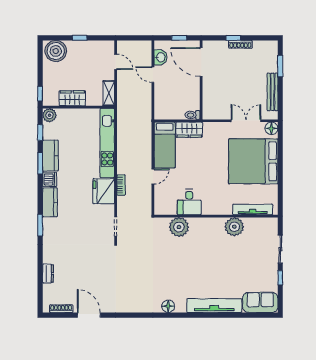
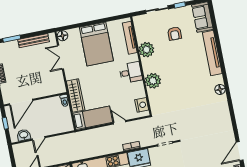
wardrobe: (189, 130) -> (76, 95), width x1.50
bed: (253, 161) -> (96, 44), width x0.73
desk: (189, 202) -> (131, 72), moved
nightstand: (168, 208) -> (142, 105), added
plant: (179, 227) -> (153, 81), moved
armchair: (247, 265) -> (175, 34), added

